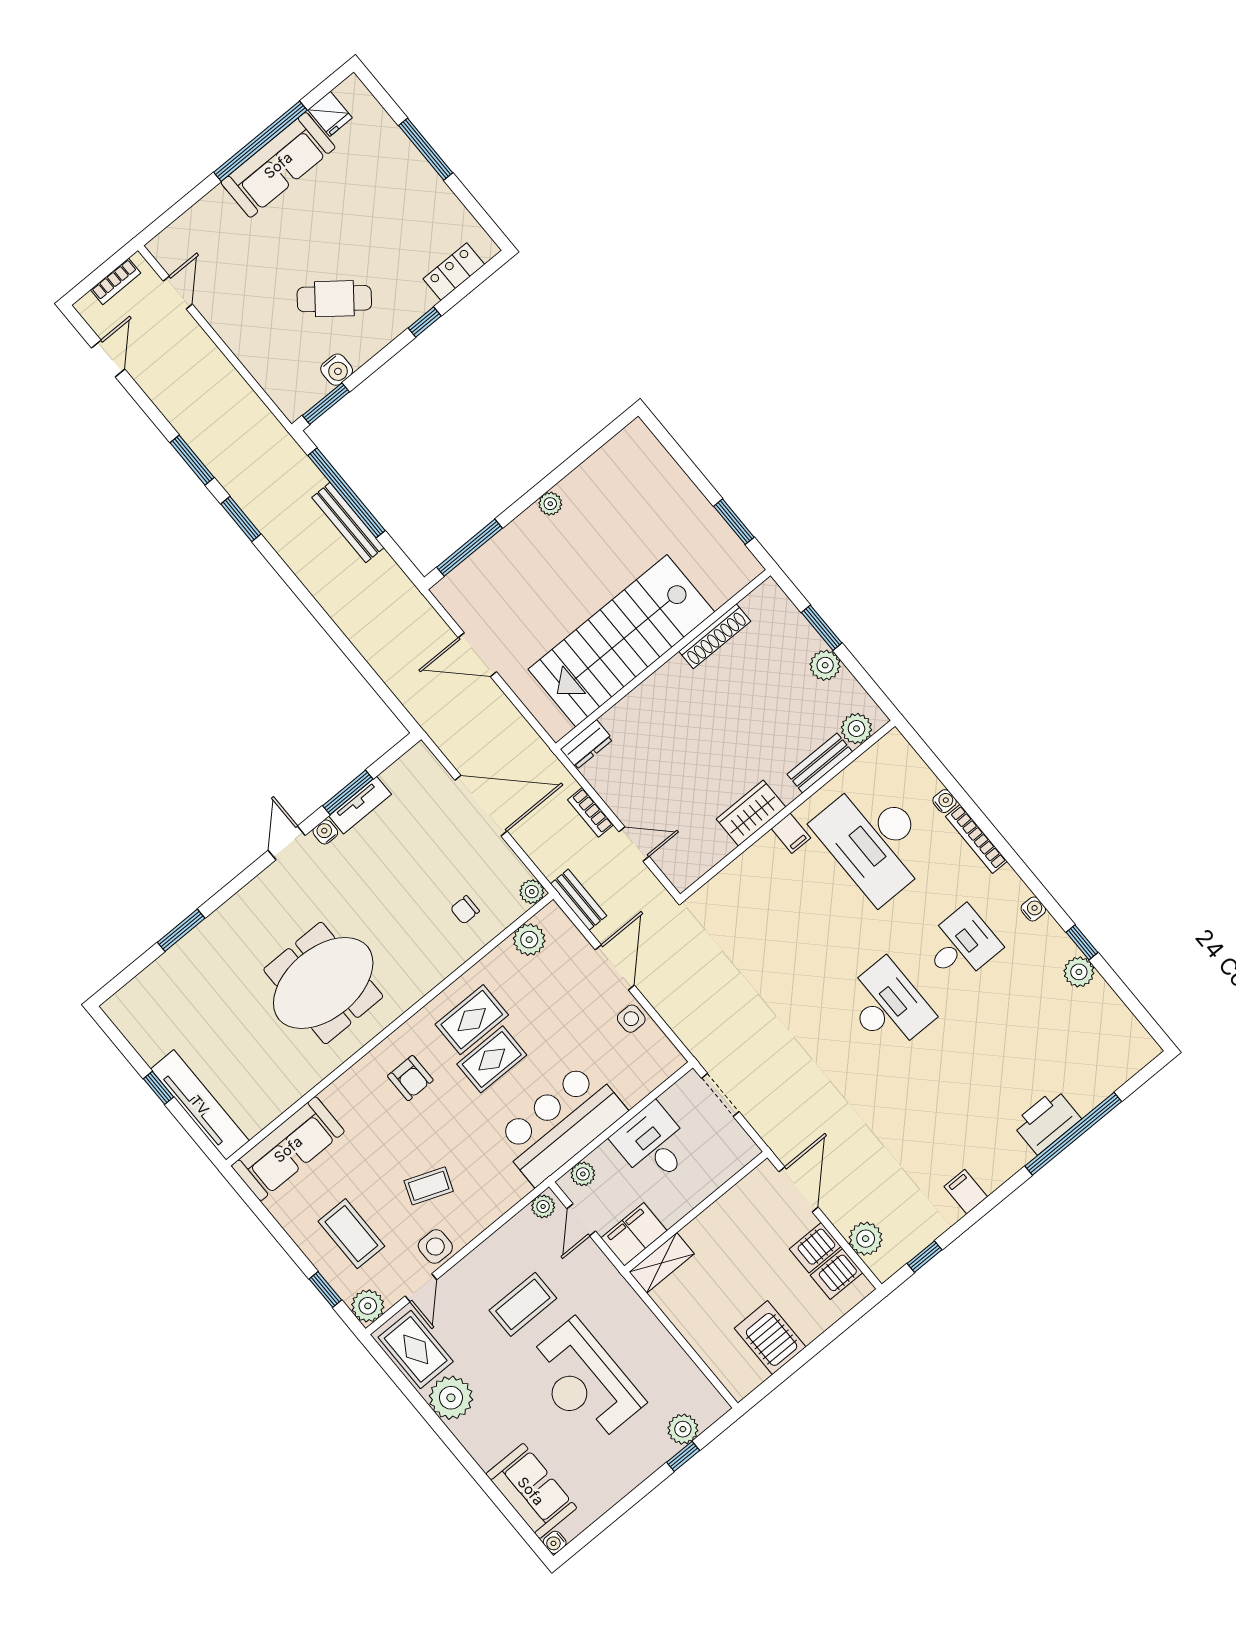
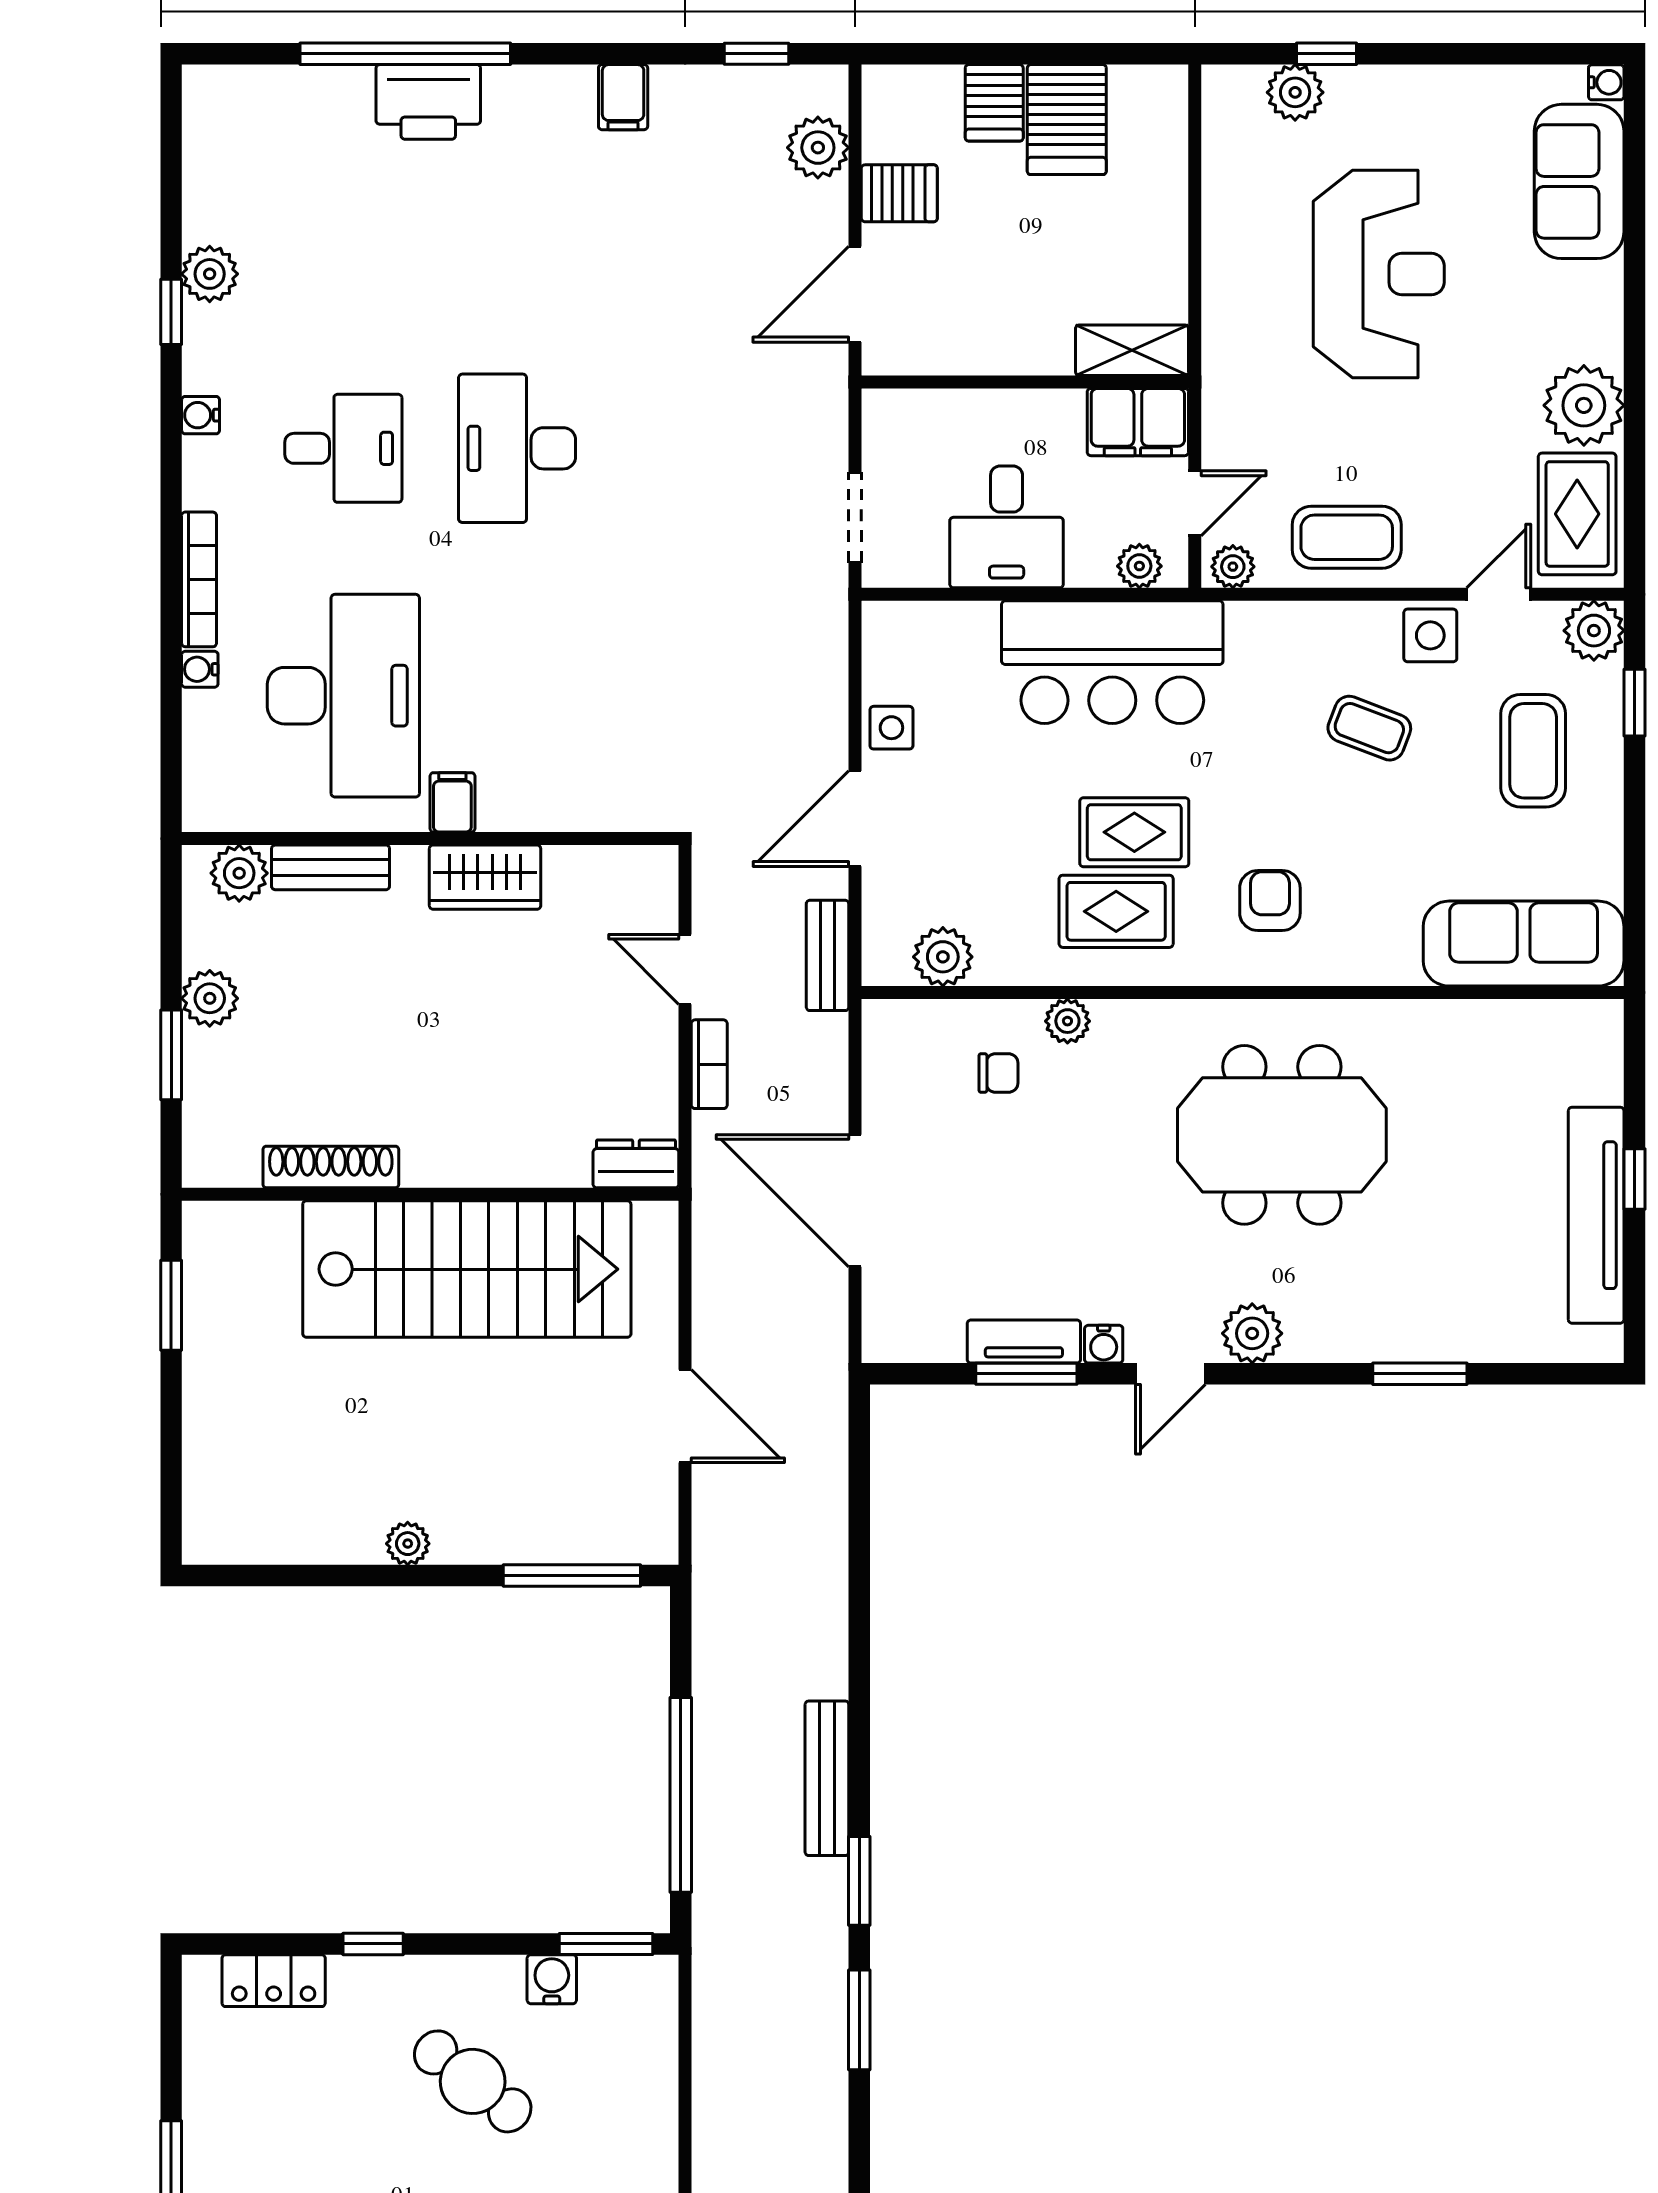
bench: (348, 522) -> (827, 1778), moved
plant: (266, 889) -> (1252, 1333), added
plant: (532, 892) -> (1067, 1021), moved
desk: (961, 945) -> (343, 448), turned 180
tv unit: (200, 1105) -> (1596, 1215), moved
server rack: (837, 1274) -> (994, 103), moved, turned 90
coffee table: (523, 1304) -> (1347, 537), moved

